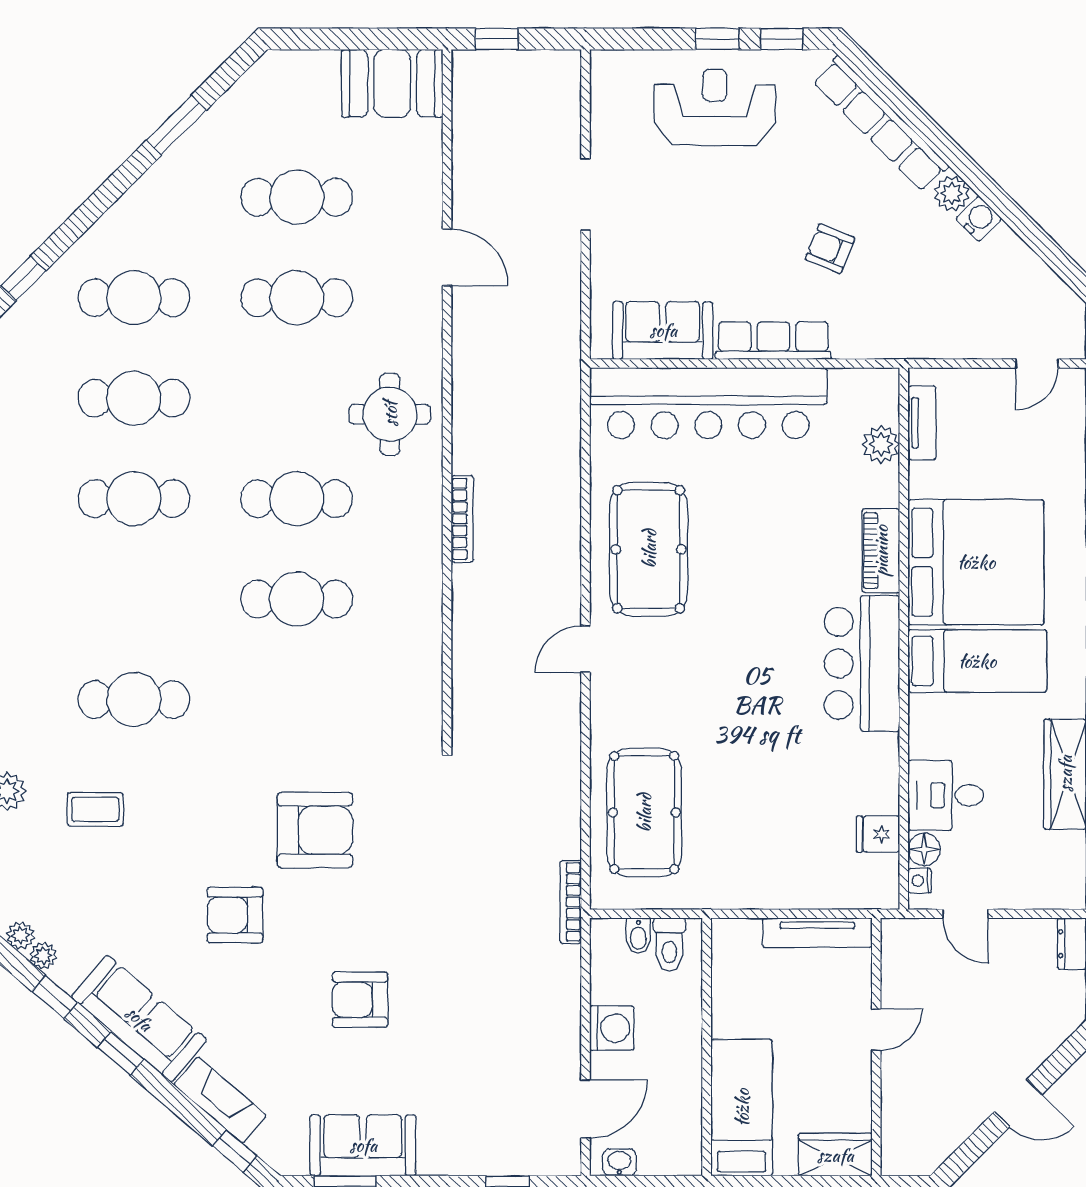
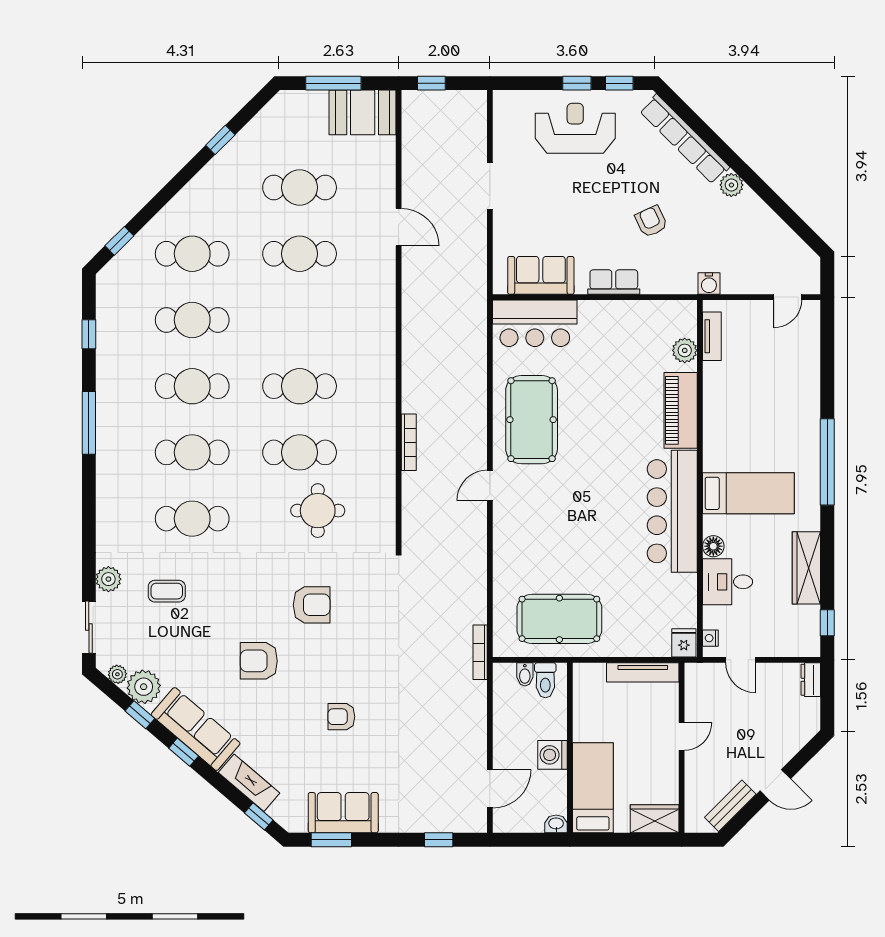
window: (348, 39) -> (333, 83), added
window: (176, 125) -> (220, 140), width x0.67
water cooler: (979, 219) -> (709, 284), moved, turned 135
armchair: (830, 249) -> (651, 221), turned 43
row of seats: (773, 341) -> (614, 282), width x0.68
bar counter: (708, 403) -> (535, 323), width x0.54
round table: (390, 414) -> (318, 511), moved
bookcase: (462, 519) -> (409, 442), moved
piano: (881, 551) -> (681, 410), width x1.37, depth x1.33
bed: (976, 562) -> (747, 428), removed
cafe table: (134, 599) -> (192, 452), added
bar counter: (862, 663) -> (672, 511), width x1.36
pool table: (644, 813) -> (559, 619), moved, turned 90
armchair: (315, 830) -> (312, 605), width x0.73, depth x0.73
fridge: (878, 834) -> (684, 643), moved, turned 90
floor lamp: (924, 849) -> (713, 546), moved
plant: (43, 956) -> (144, 687), width x1.88, depth x1.88
armchair: (360, 1000) -> (341, 717), width x0.72, depth x0.72
washing machine: (612, 1028) -> (552, 755), moved, turned 180
bench: (950, 1135) -> (730, 806), added
washbasin: (619, 1162) -> (556, 824), moved

